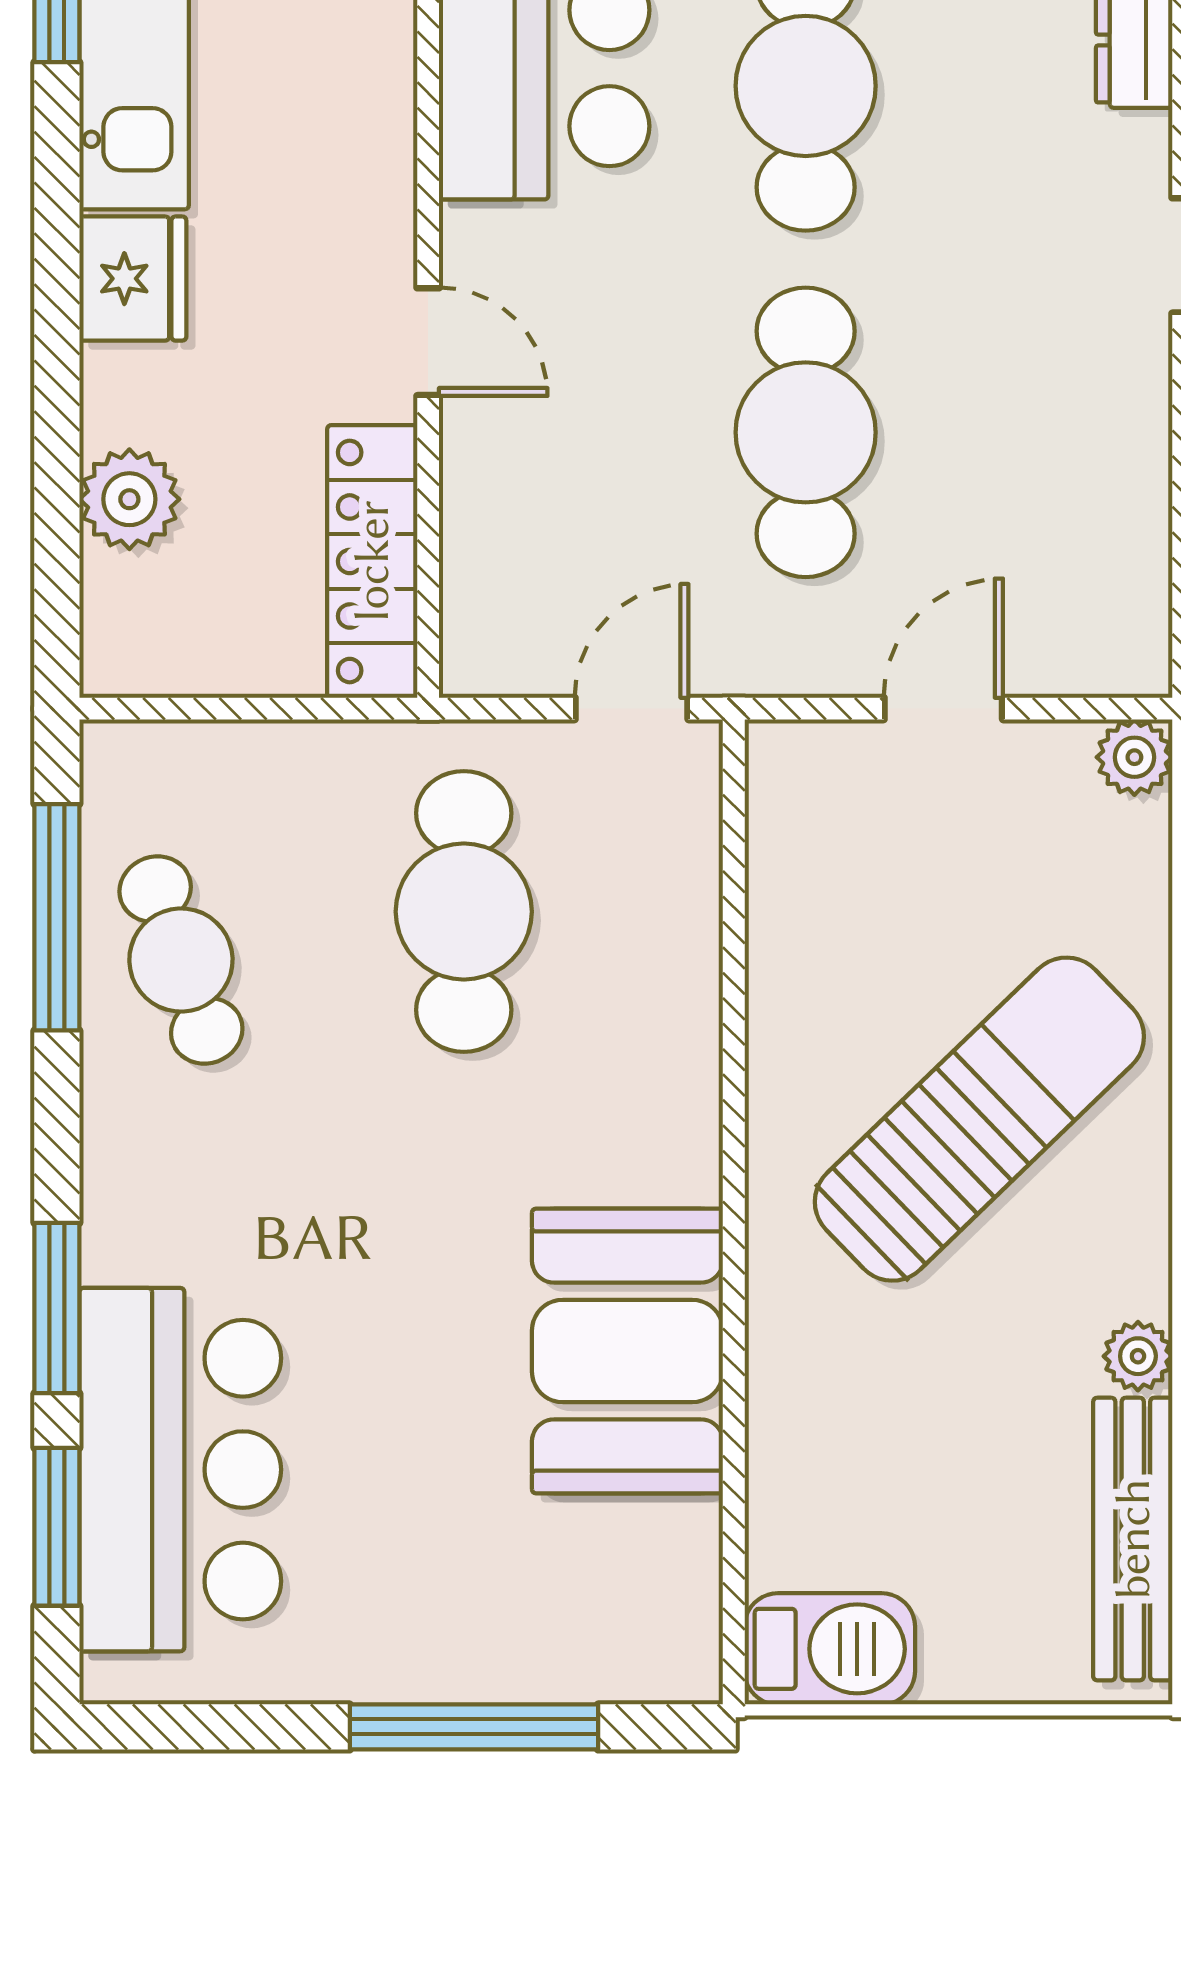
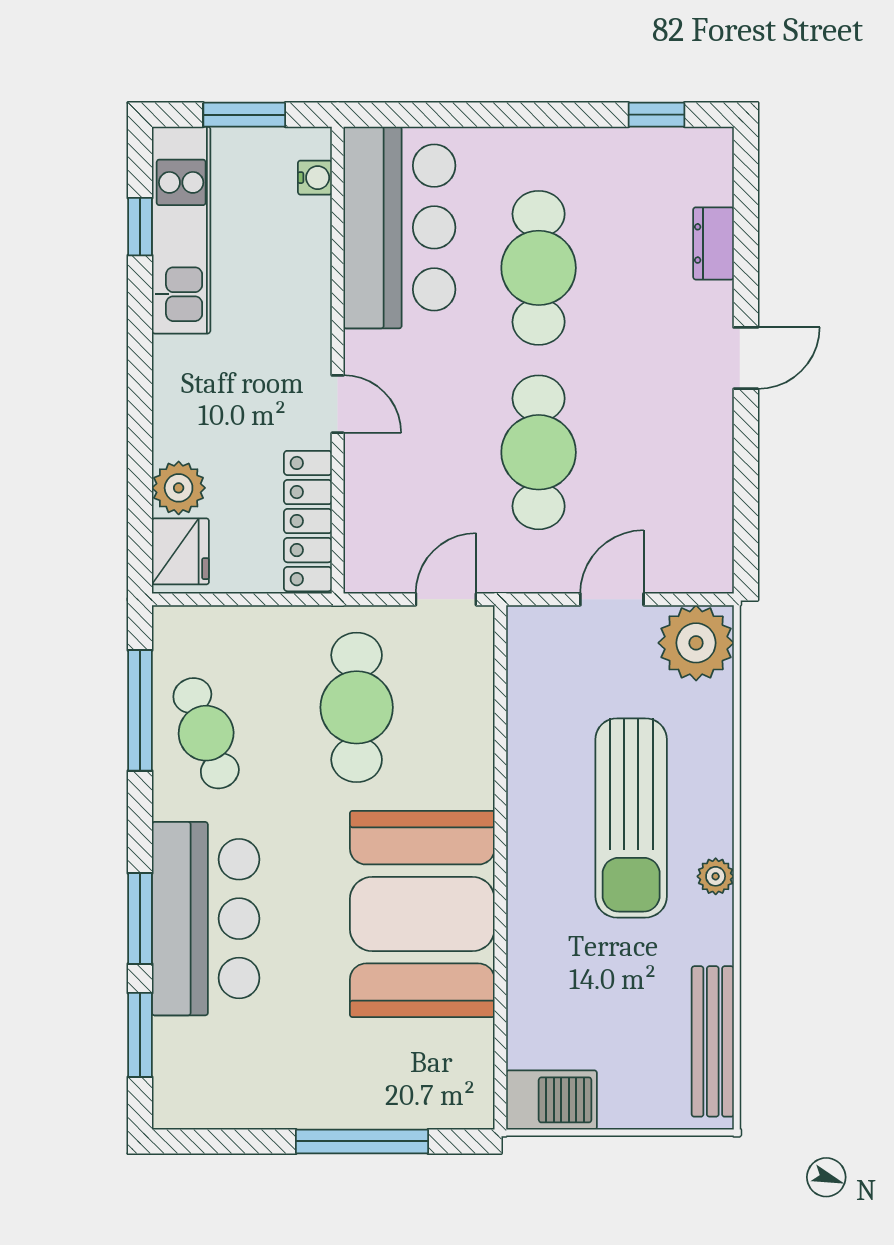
fridge: (133, 279) -> (180, 551), moved
plant: (1134, 757) -> (696, 643), width x1.88, depth x1.88
sun lounger: (979, 1119) -> (631, 818), turned 134
booth: (627, 1351) -> (422, 914), width x1.36, depth x1.42
plant: (1138, 1356) -> (716, 876), moved
bar counter: (180, 1470) -> (206, 919), moved

